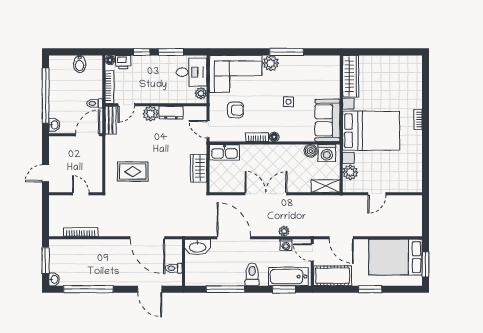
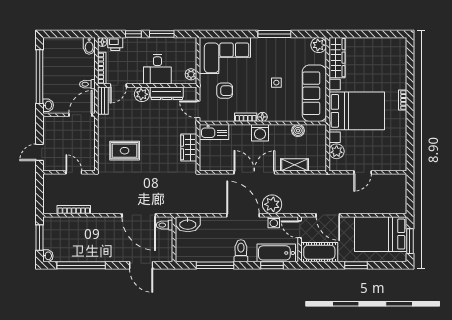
plant: (271, 63) -> (319, 45), moved
bidet: (80, 64) -> (89, 46), moved
desk: (191, 72) -> (157, 69), moved, turned 90
dresser: (171, 113) -> (167, 93), width x1.44
sofa: (327, 120) -> (314, 93), width x1.36
washing machine: (327, 153) -> (260, 133), moved
shelving: (326, 186) -> (294, 165), moved
plant: (284, 231) -> (272, 204), width x1.88, depth x1.88
door: (234, 238) -> (243, 215), moved
toilet: (174, 268) -> (165, 225), moved

